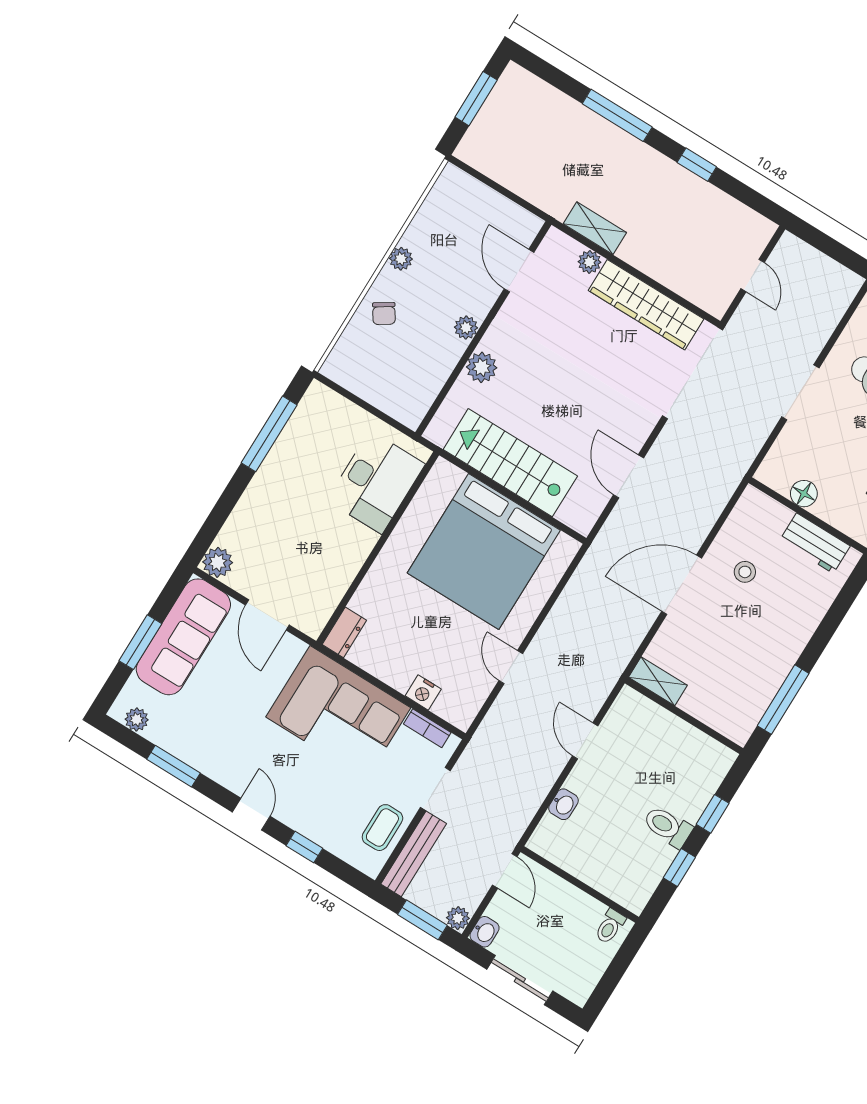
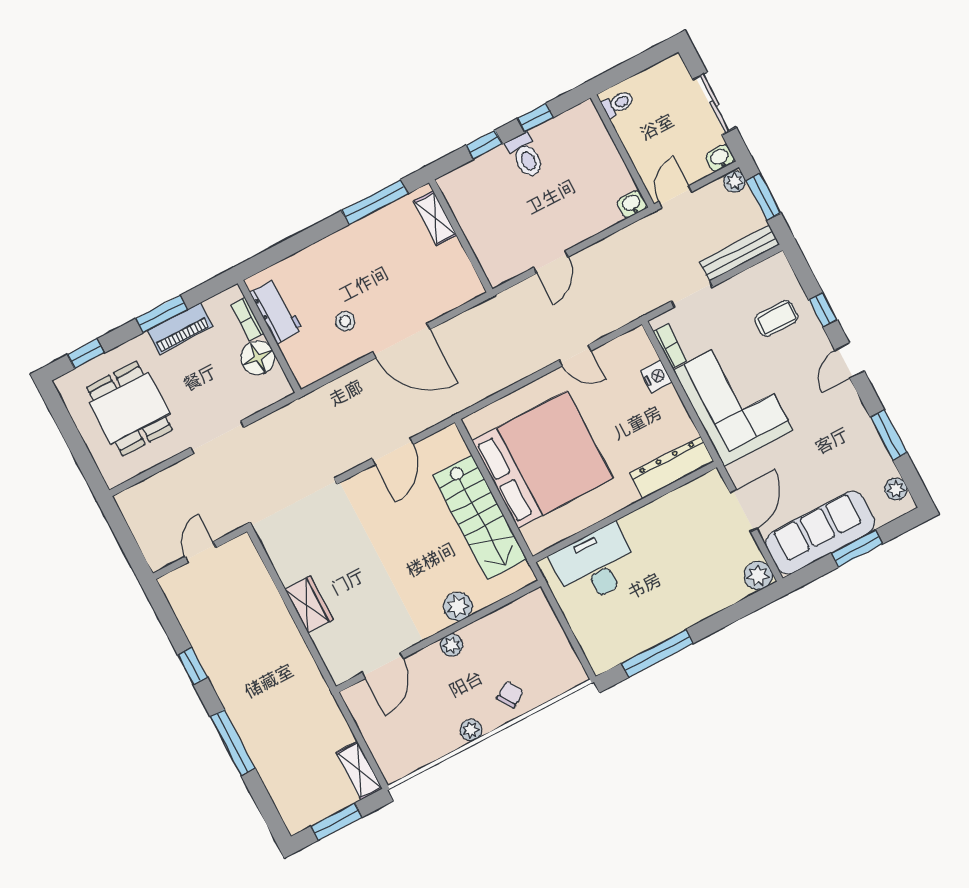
shelving: (595, 228) -> (359, 771), moved
plant: (590, 262) -> (323, 639), removed
wardrobe: (646, 305) -> (309, 604), width x0.48, depth x0.85
floor lamp: (804, 494) -> (258, 358), width x1.38, depth x1.38
bookcase: (838, 520) -> (247, 319), added
dresser: (344, 632) -> (672, 467), width x1.96, depth x1.24
door: (511, 667) -> (575, 355), hinge flipped
shelving: (658, 681) -> (435, 218), moved
washbasin: (563, 804) -> (632, 204), moved
coffee table: (382, 828) -> (776, 318), moved

